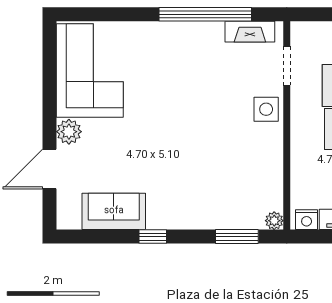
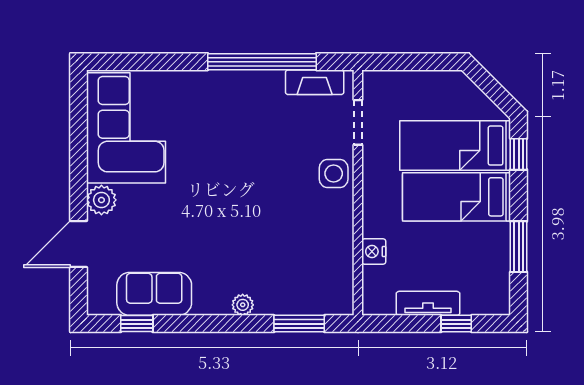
nightstand: (307, 220) -> (374, 252), moved, turned 90
plant: (274, 221) -> (243, 305), moved
window: (153, 237) -> (137, 324), moved

